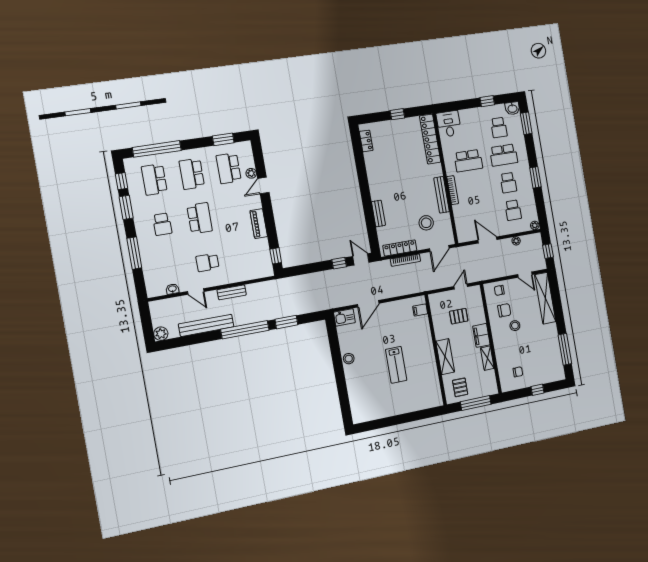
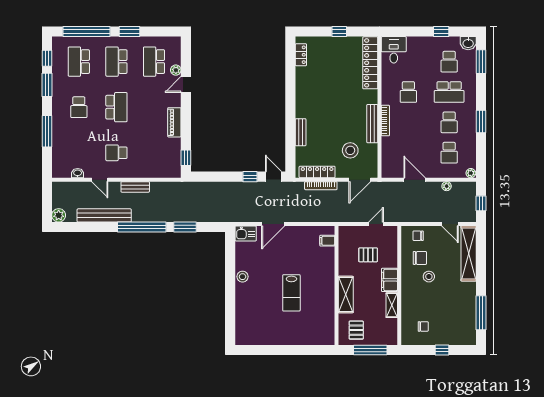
window: (223, 139) -> (130, 32), moved
school desk: (468, 161) -> (408, 92), width x0.54

